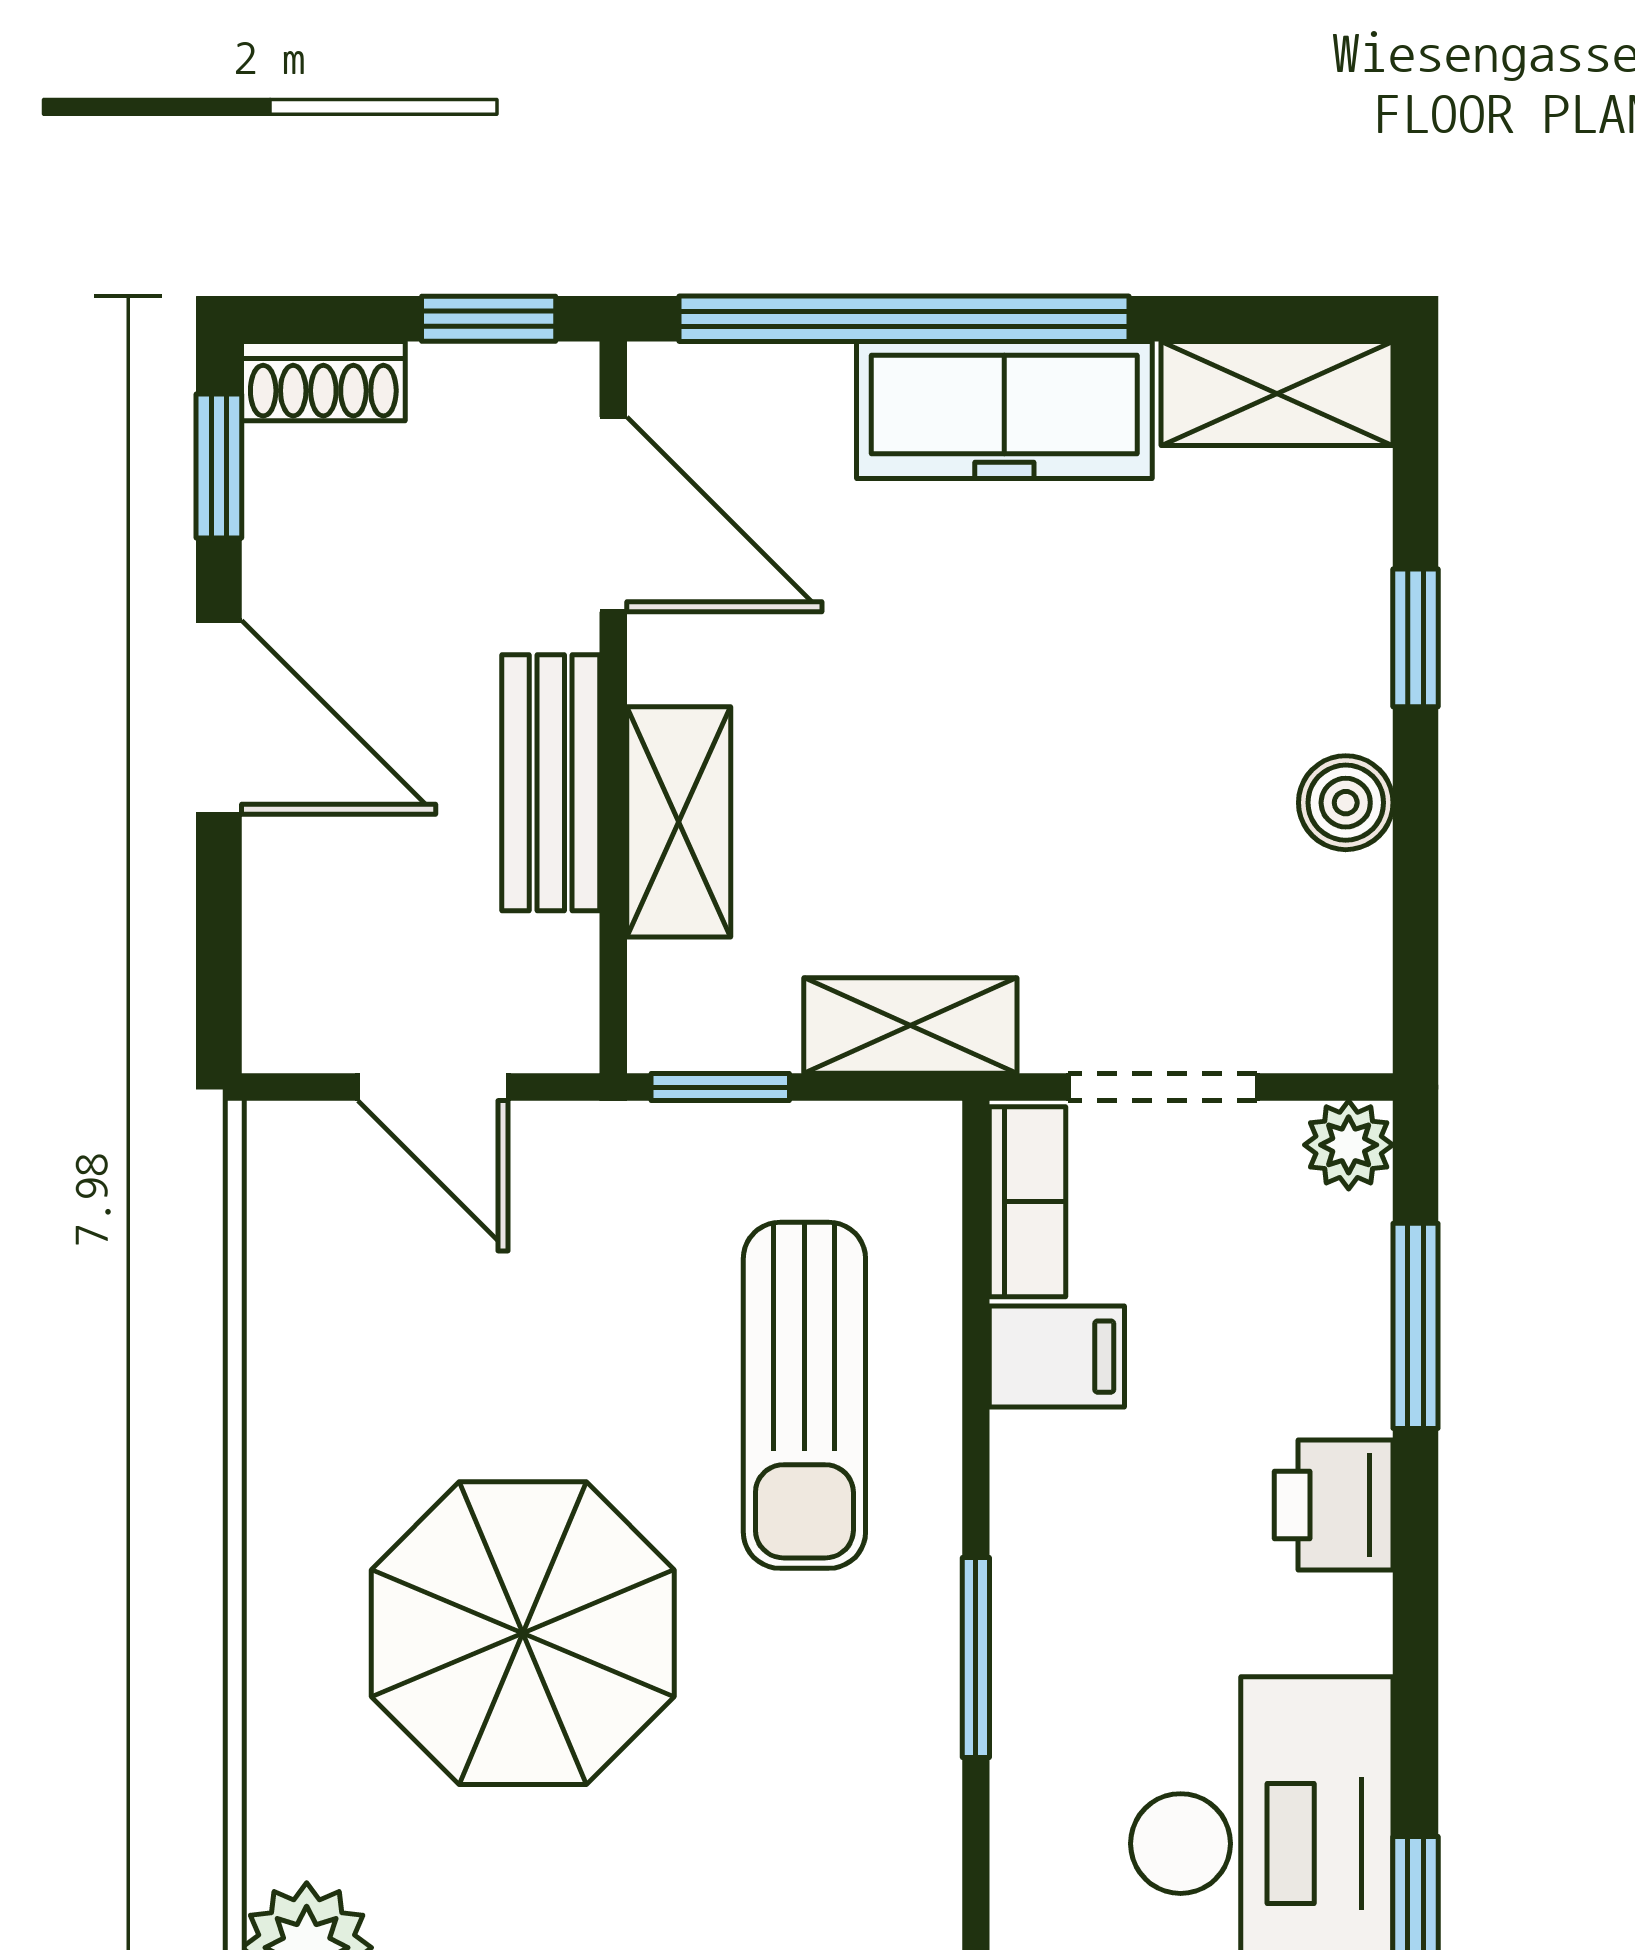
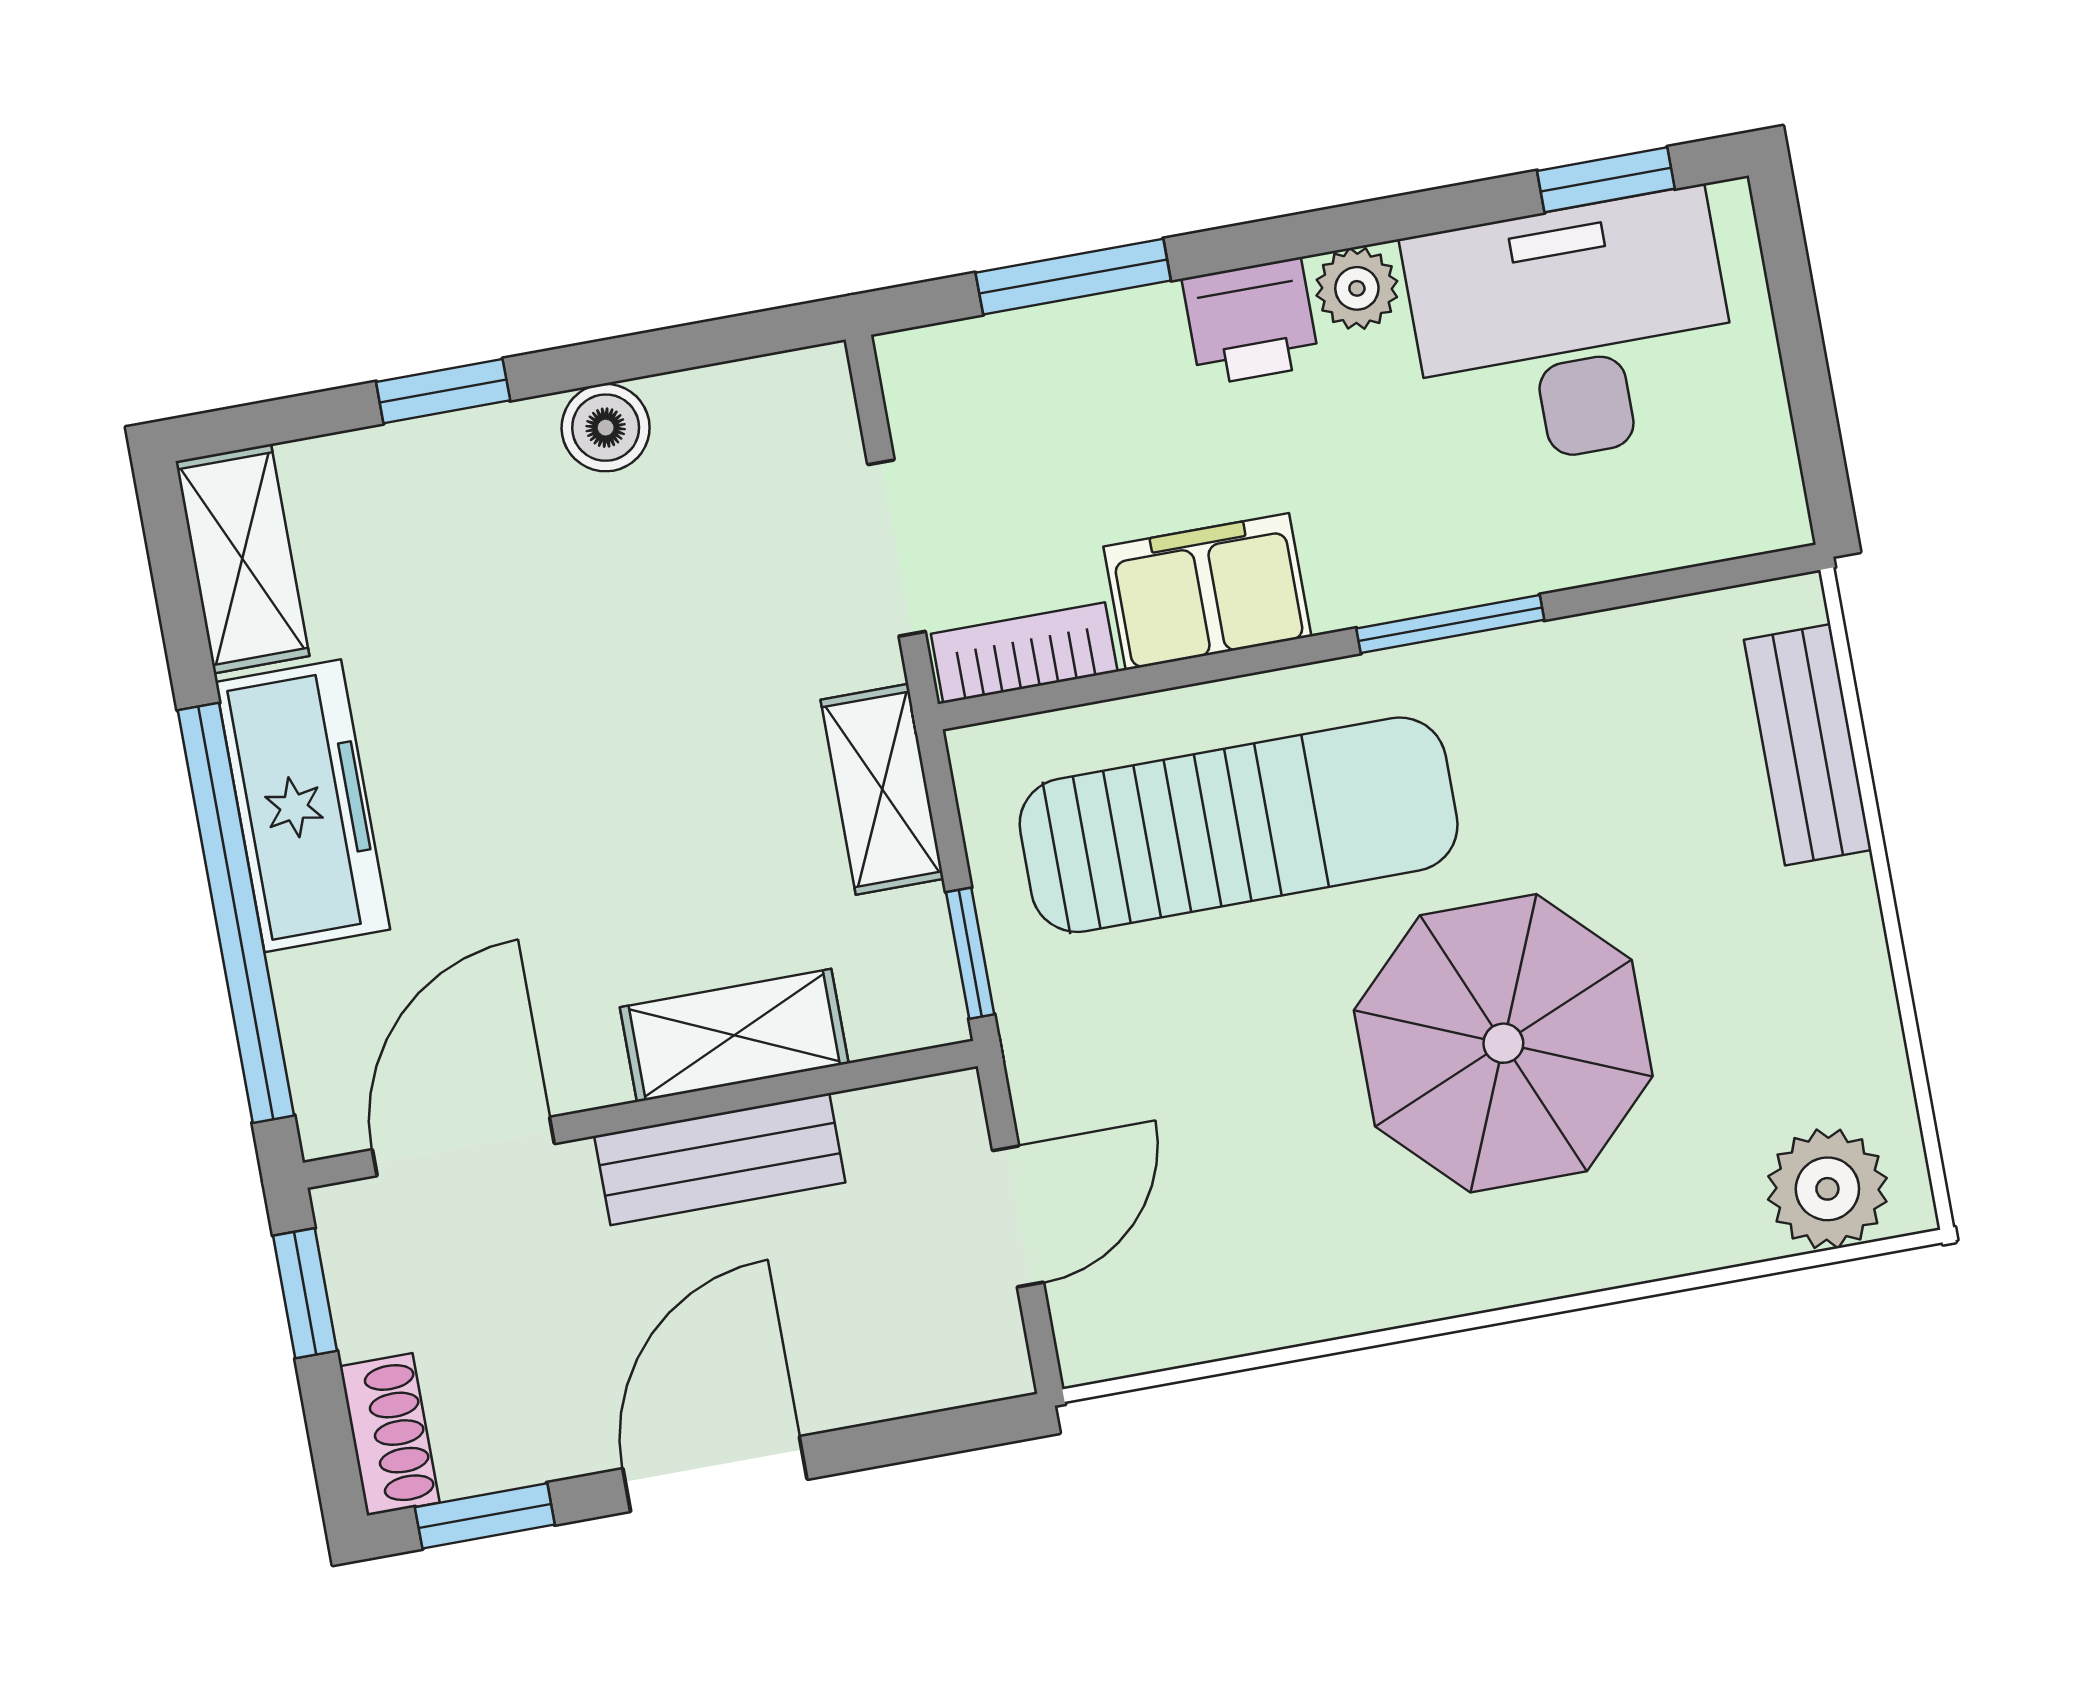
plant: (1349, 1145) -> (1357, 288), moved
filing cabinet: (1057, 1357) -> (1207, 591), width x2.00
sun lounger: (804, 1395) -> (1239, 825), width x1.36, depth x1.34

